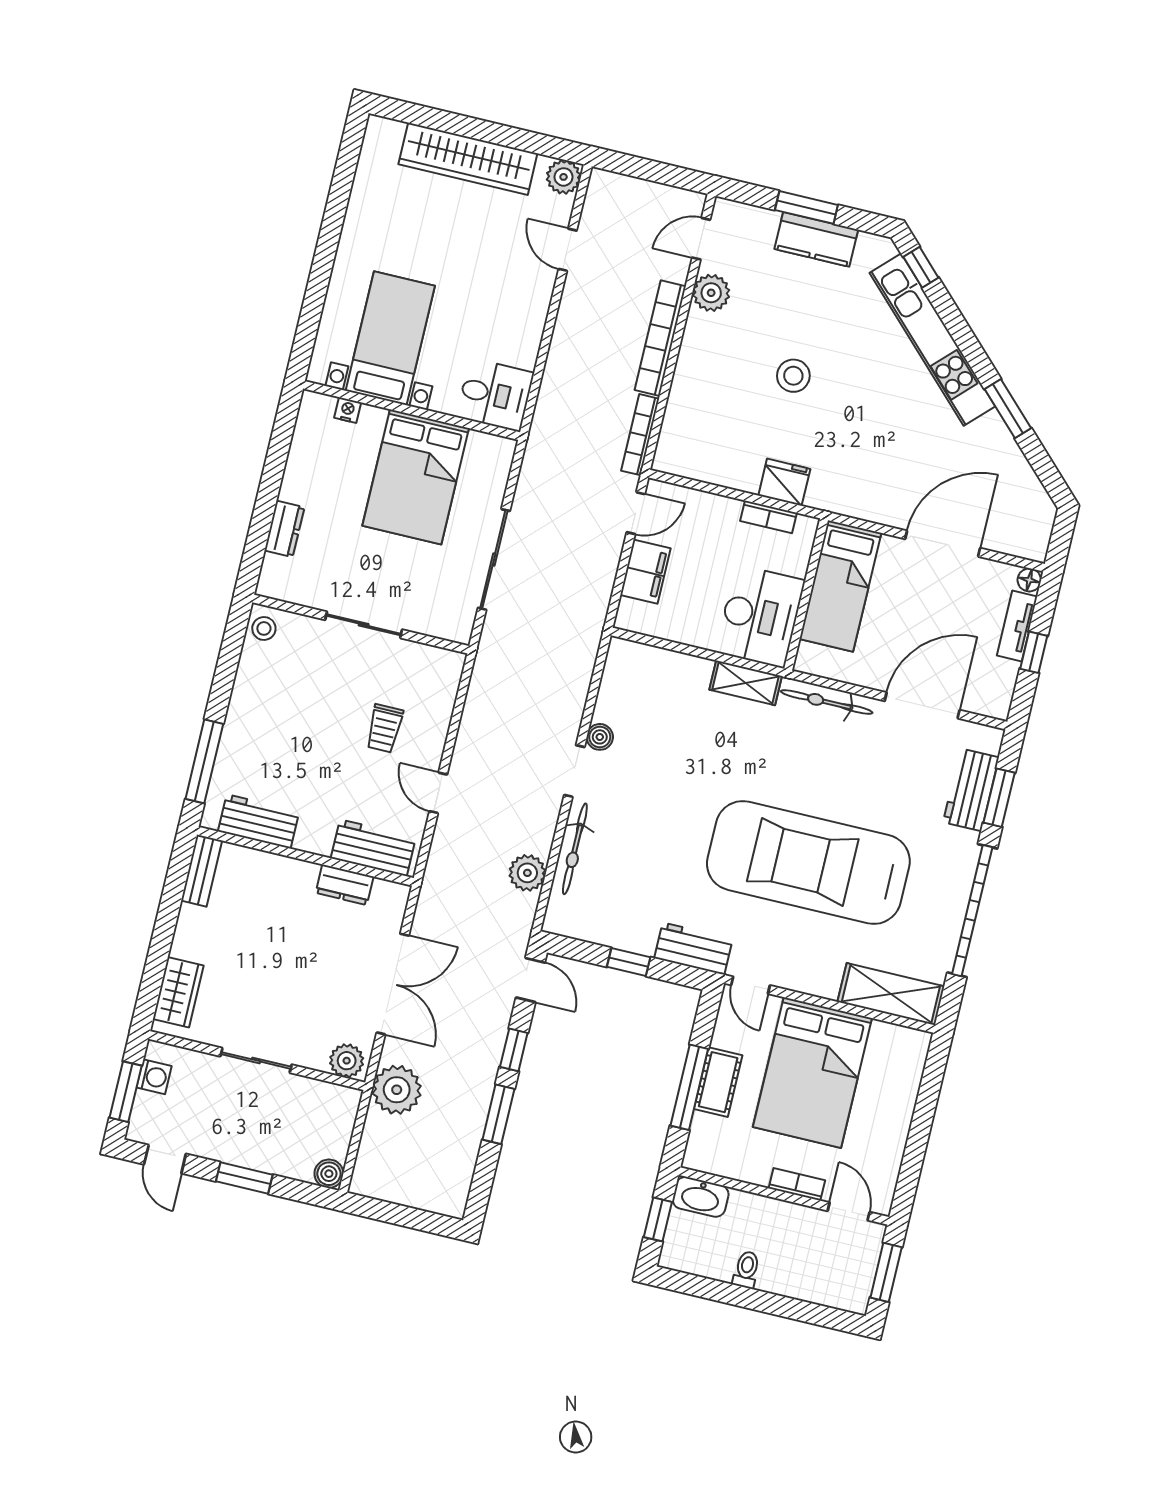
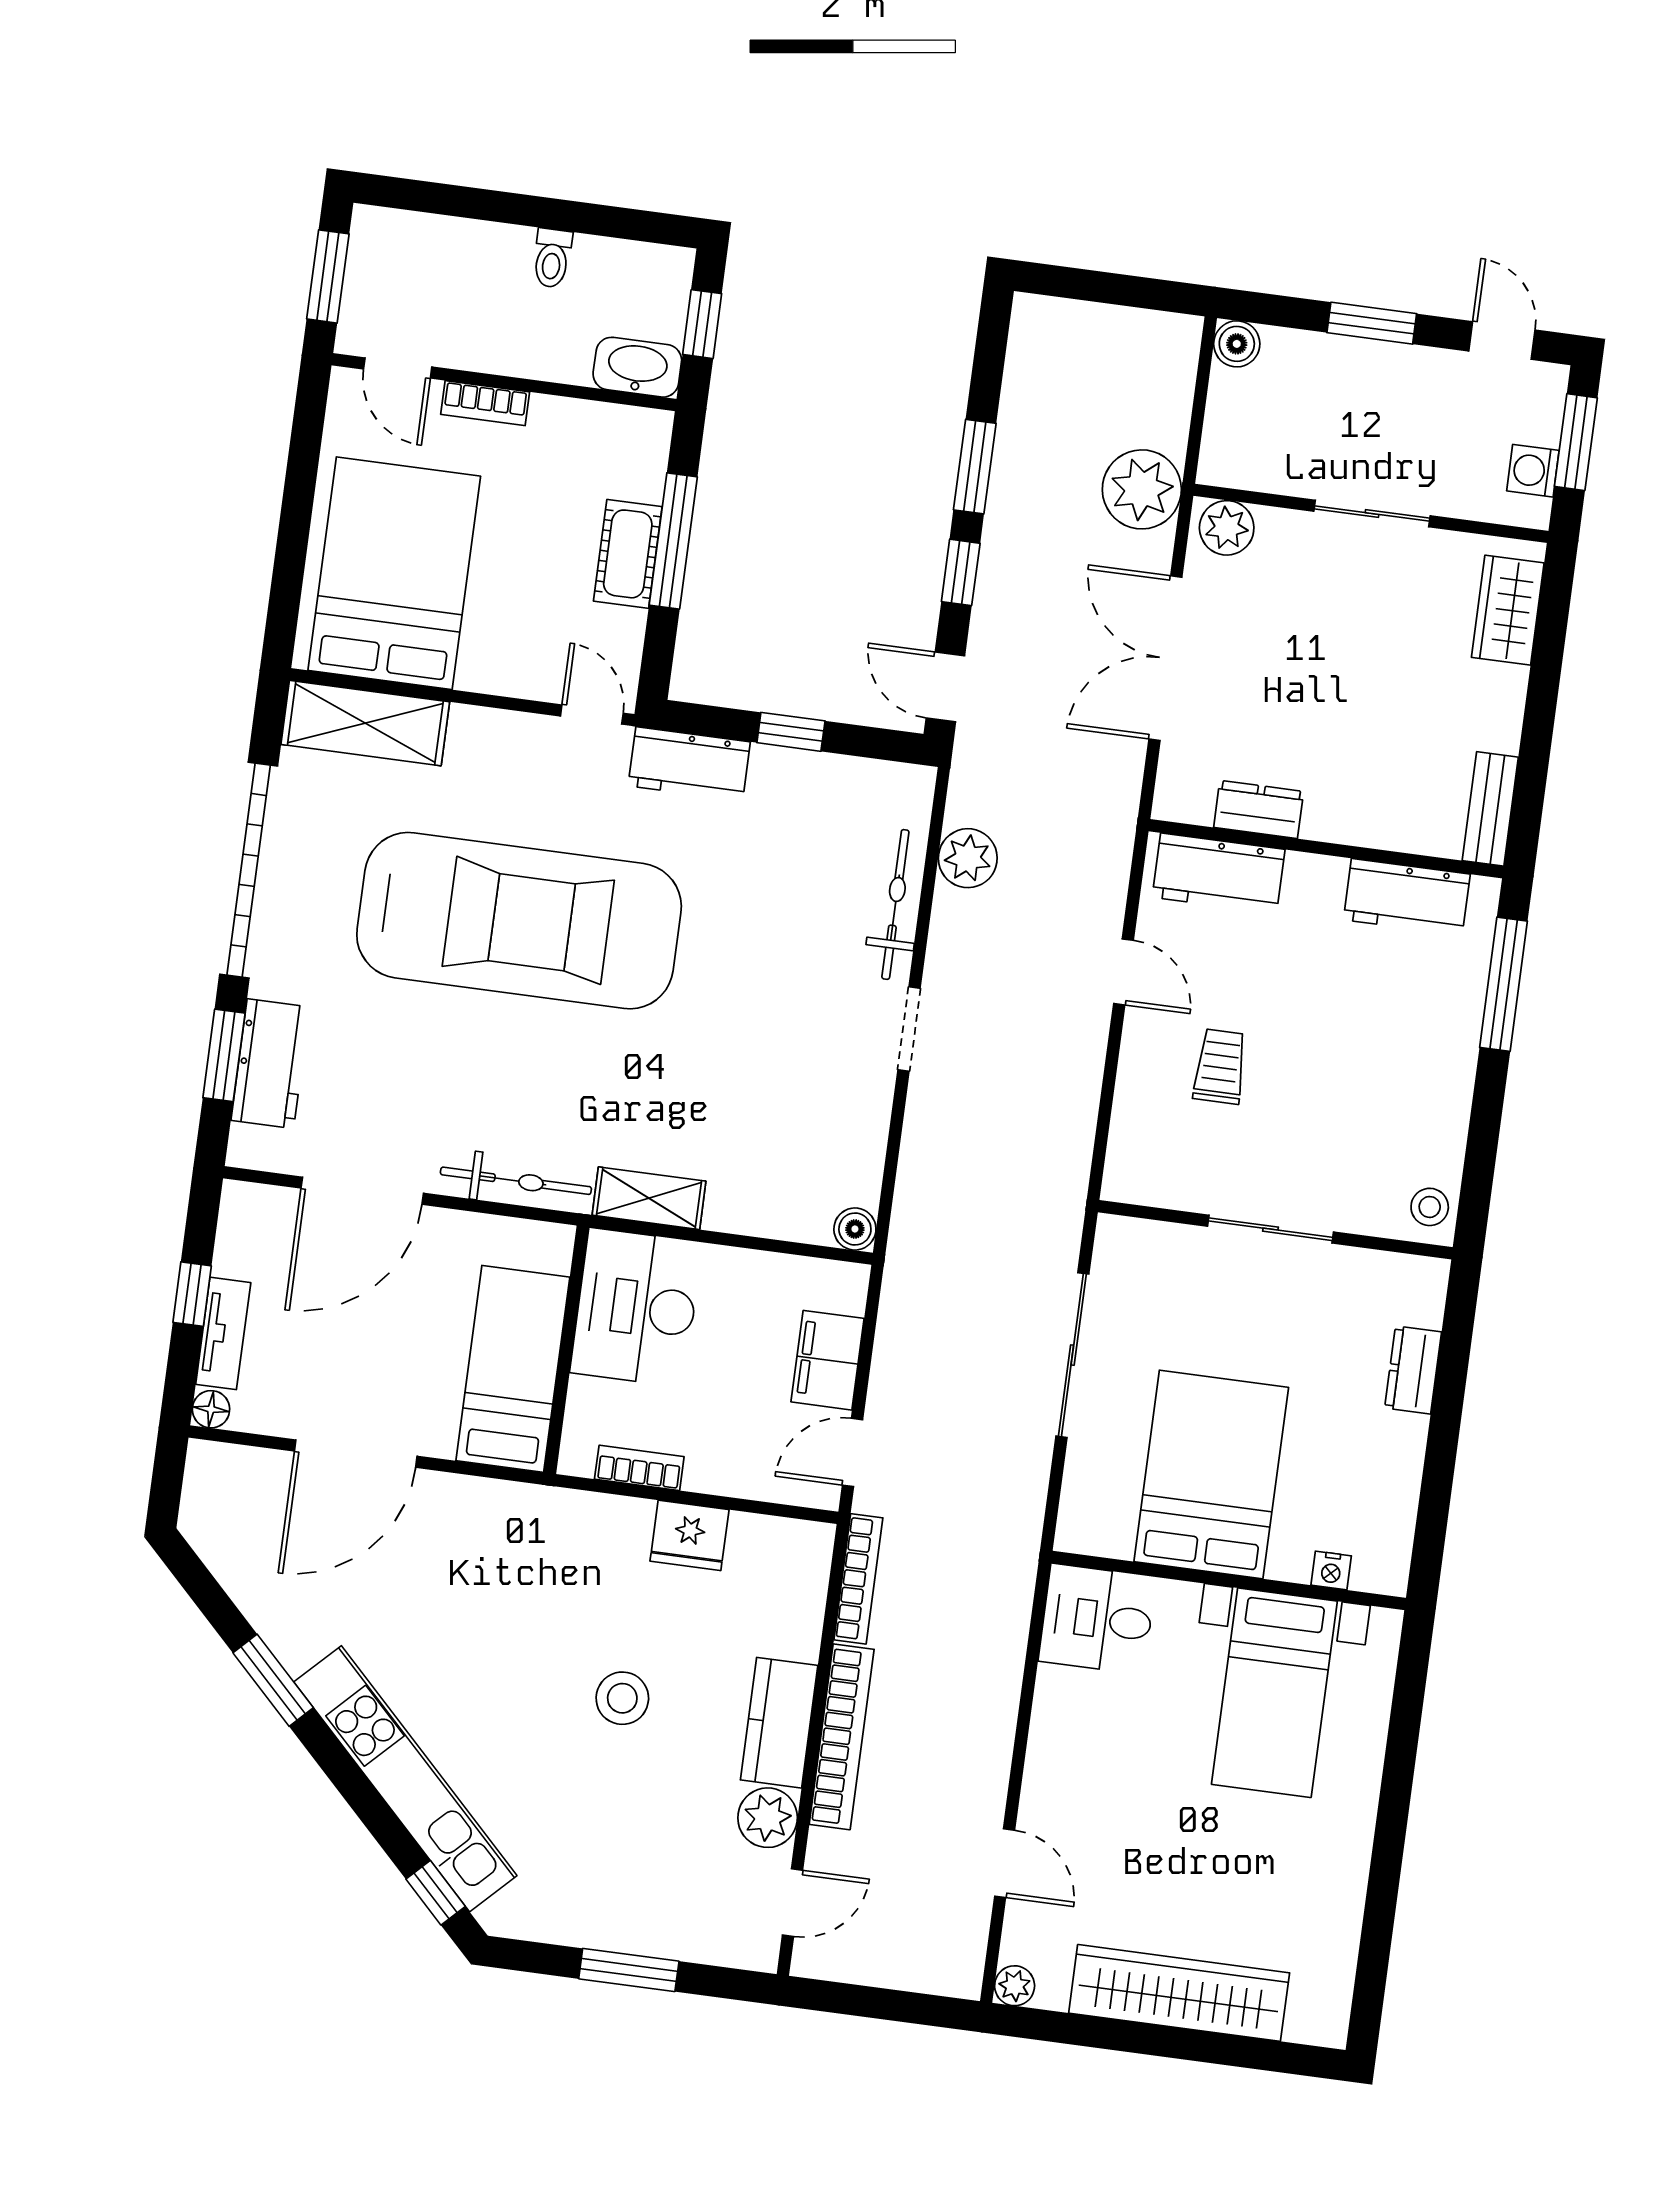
plant: (564, 177) -> (1015, 1986), width x0.73, depth x0.73
kitchen counter: (816, 239) -> (779, 1723), moved, turned -90
fridge: (784, 482) -> (689, 1535), moved
boiler: (600, 737) -> (855, 1229), moved
bed: (812, 1073) -> (394, 573), moved

